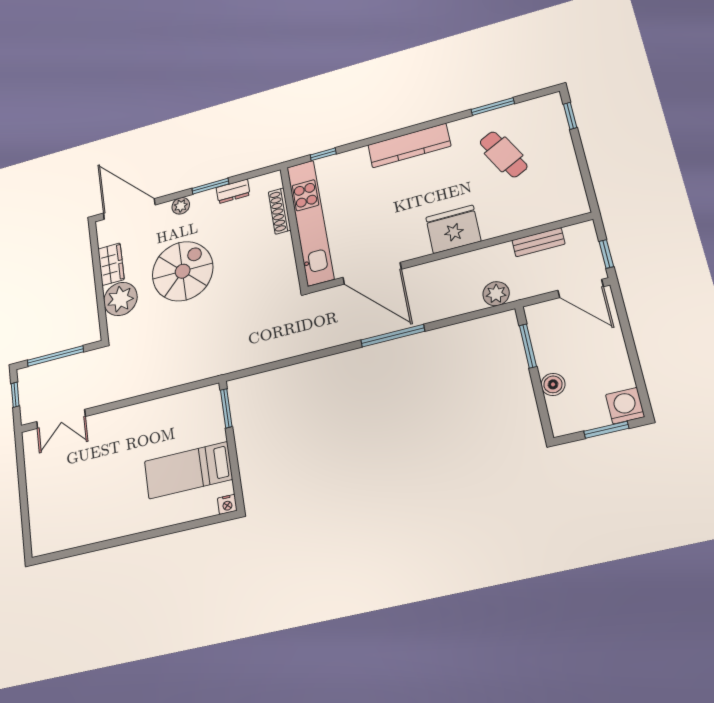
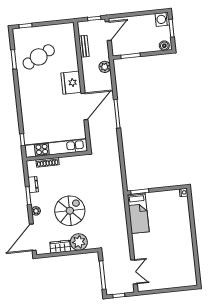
kitchen counter: (409, 146) -> (26, 99), removed
cafe table: (504, 154) -> (39, 57), width x1.37, depth x1.35
spiral stairs: (183, 271) -> (70, 211), turned 90
door: (372, 273) -> (84, 106), moved
boiler: (553, 384) -> (164, 46), moved
bed: (188, 470) -> (138, 213), moved

